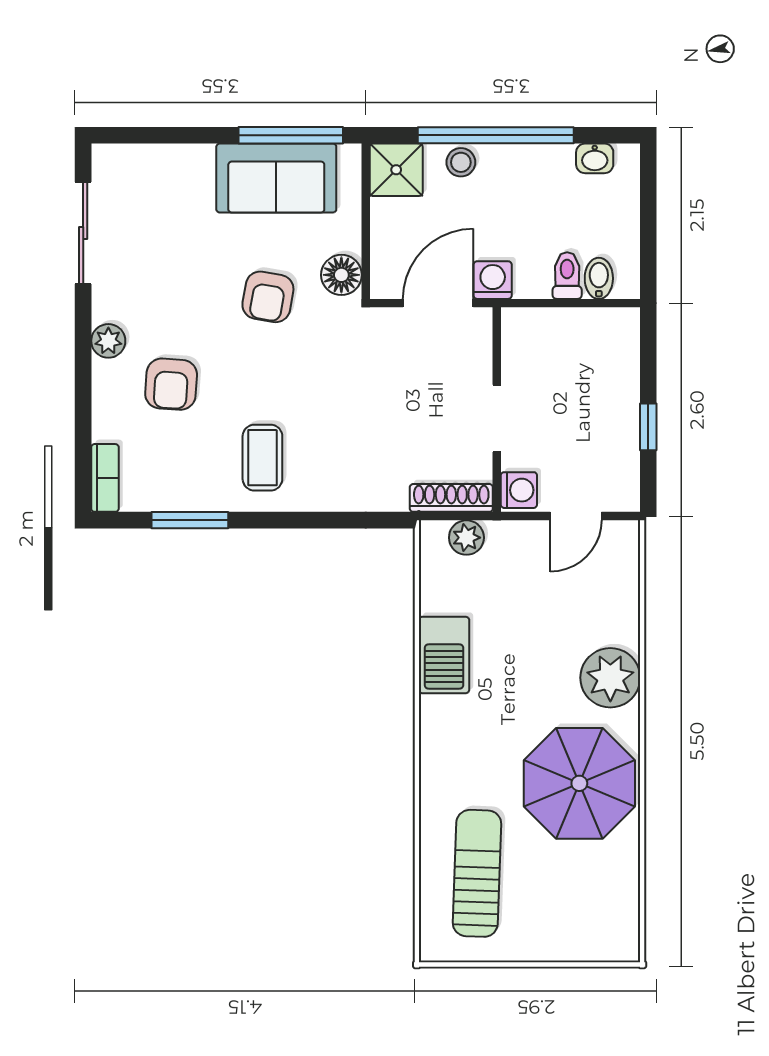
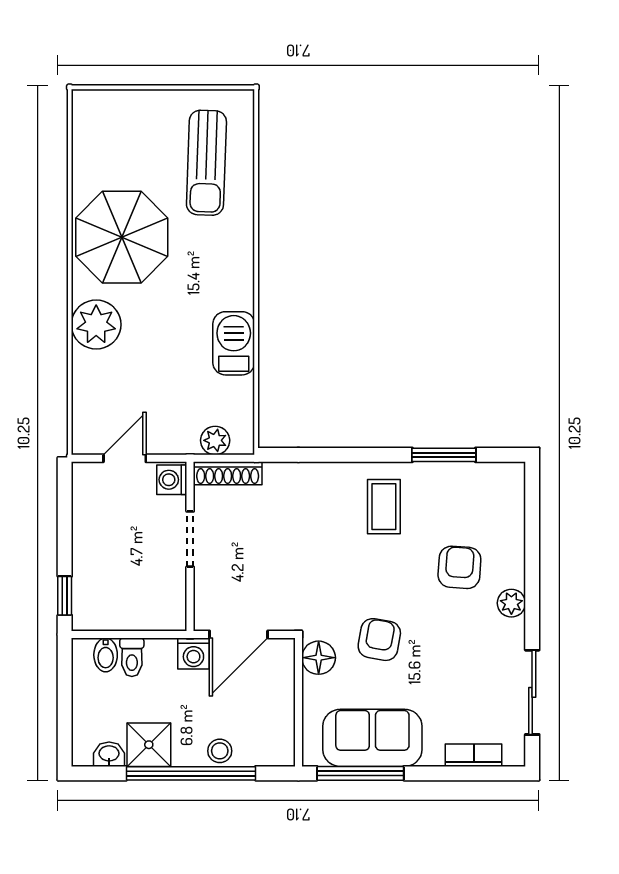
shower: (396, 170) -> (149, 745), moved
window: (648, 427) -> (65, 596), moved
bookcase: (105, 478) -> (474, 755), moved, turned 90

